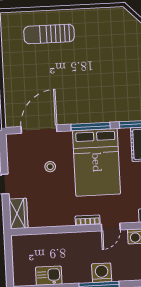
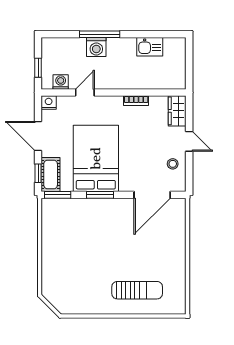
window: (91, 127) -> (100, 195), width x0.69
stool: (50, 167) -> (173, 164), moved
bookcase: (88, 220) -> (136, 101), moved

